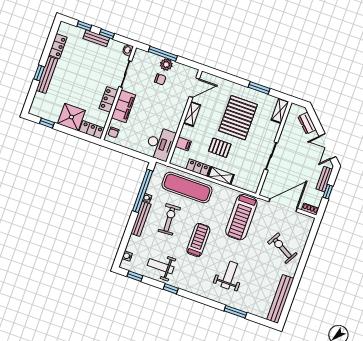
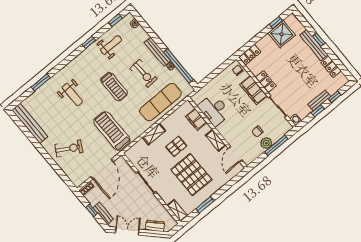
shower: (71, 117) -> (282, 34), moved
desk: (160, 144) -> (214, 110), moved
filing cabinet: (183, 144) -> (196, 119), width x2.00
locker: (198, 168) -> (171, 120), removed

